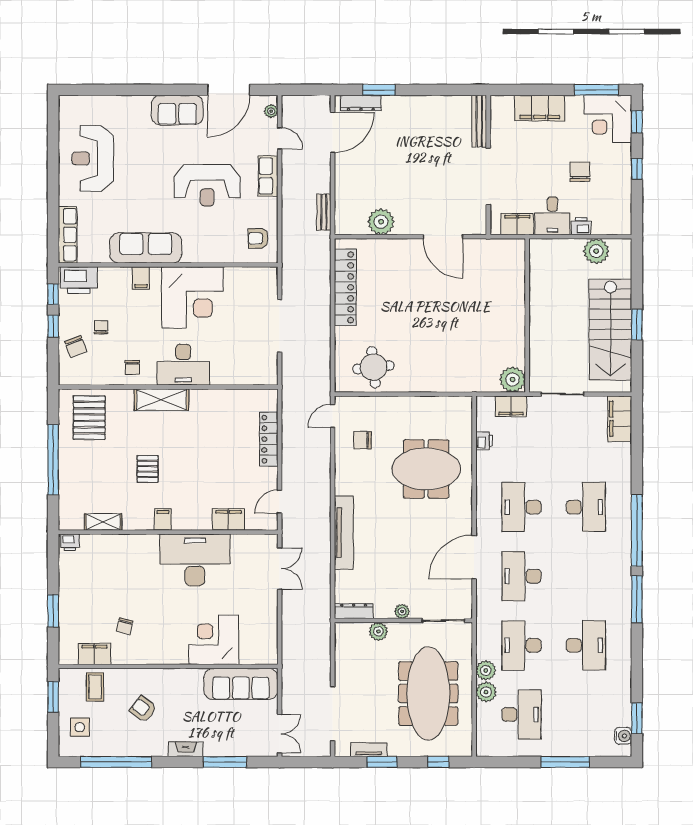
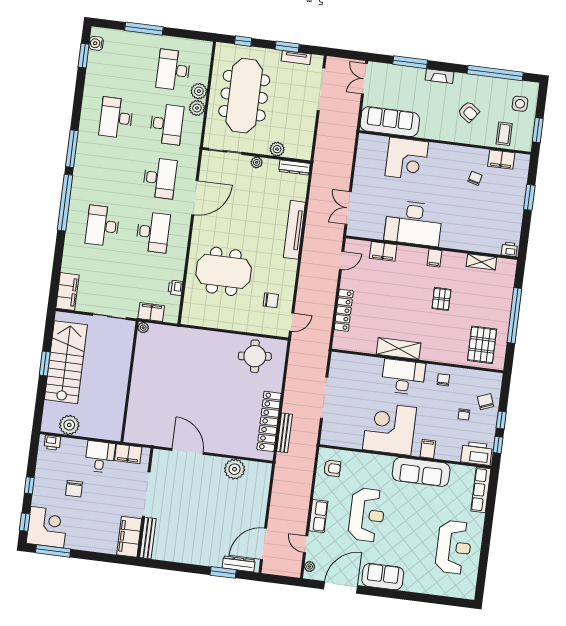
filing cabinet: (540, 108) -> (129, 537), moved, turned -90
reception desk: (207, 185) -> (367, 515), turned 90
bench: (324, 212) -> (285, 433), moved, width x1.36
printer: (581, 226) -> (52, 443), moved
plant: (513, 379) -> (143, 328), width x0.53, depth x0.53
shelving: (161, 400) -> (399, 349), moved

